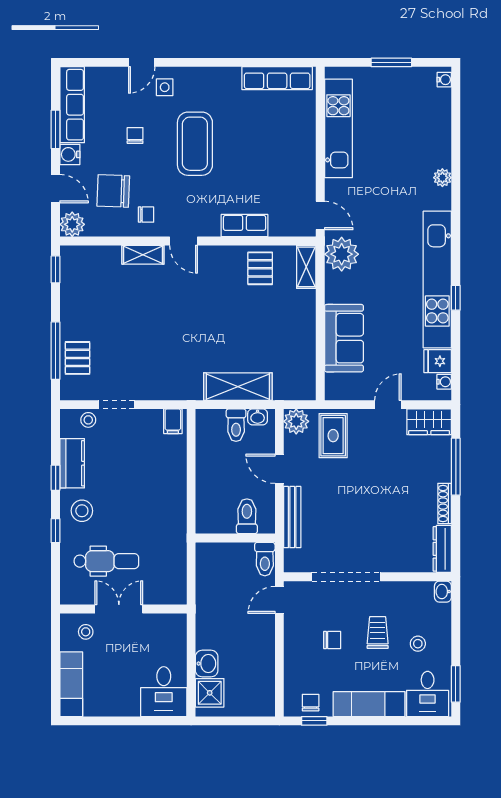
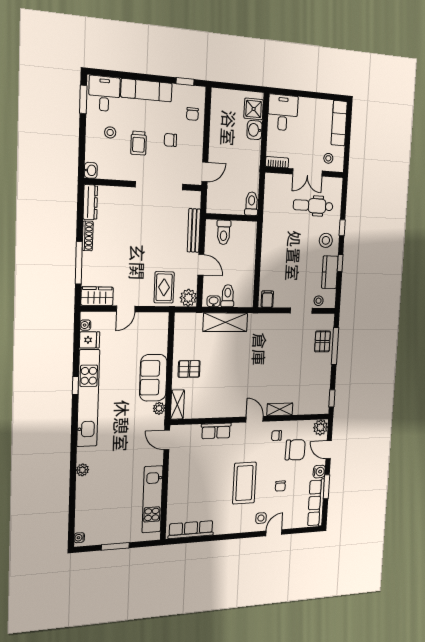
plant: (342, 254) -> (159, 408), width x0.53, depth x0.53
pallet: (260, 268) -> (189, 369), moved, turned 90
sofa: (344, 338) -> (153, 378), moved
toilet: (265, 559) -> (251, 204), moved
bookcase: (169, 621) -> (277, 162), added
chair: (311, 703) -> (192, 114), moved

